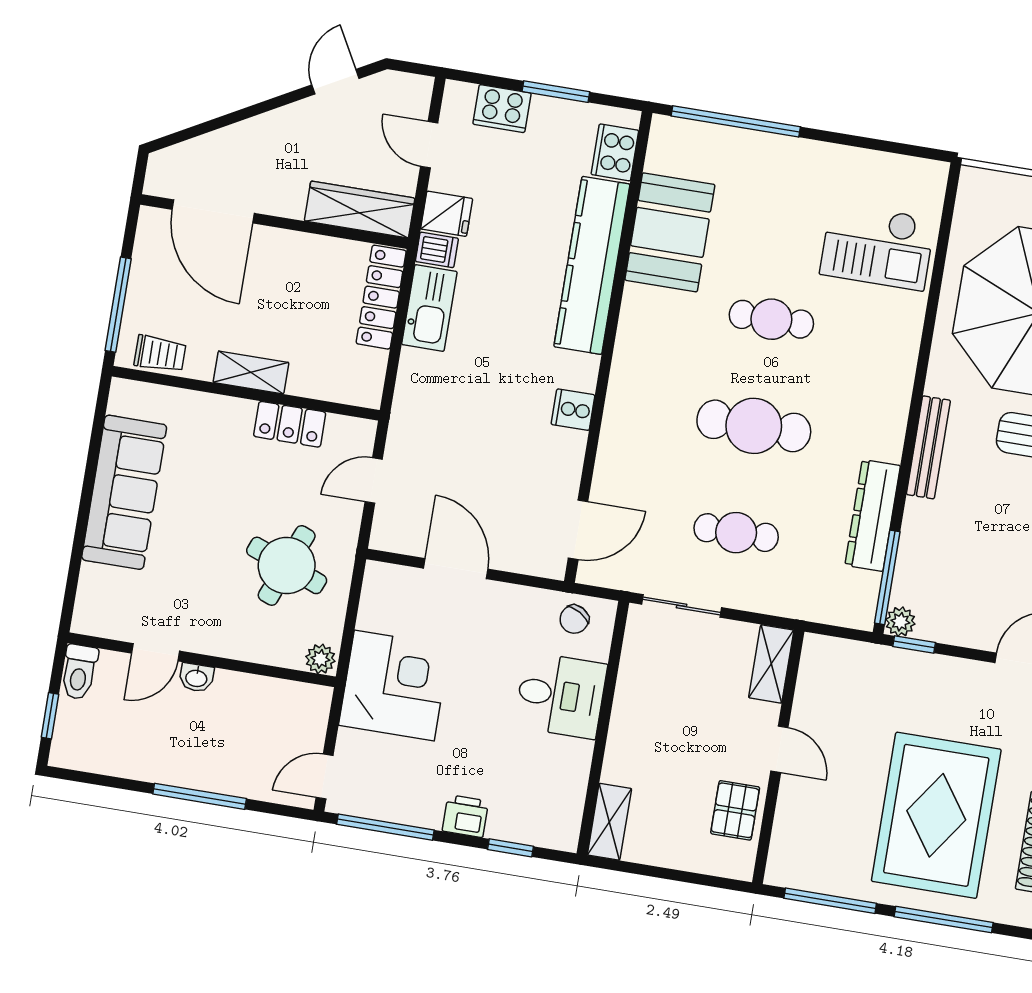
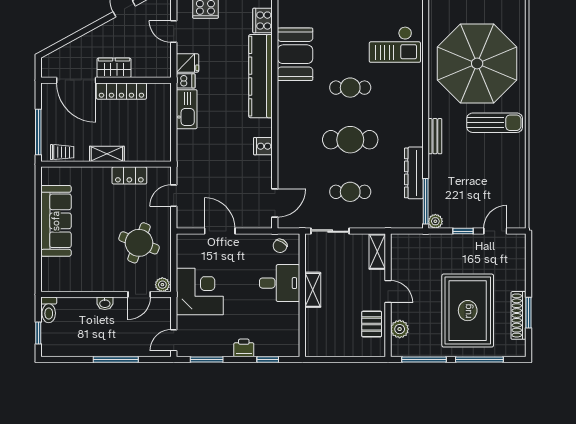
wardrobe: (360, 210) -> (114, 68), moved, width x0.67
locker: (381, 297) -> (121, 91), moved, turned -90
bench: (928, 447) -> (435, 136), width x0.73
window: (914, 644) -> (463, 231), moved
door: (156, 652) -> (139, 294), moved
shelving: (609, 822) -> (313, 290), moved
window: (385, 827) -> (207, 360), width x0.69
plant: (791, 830) -> (400, 329), added

